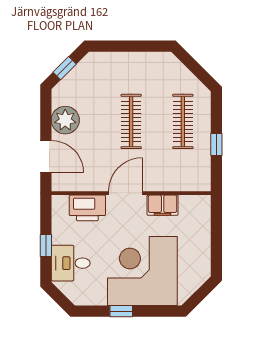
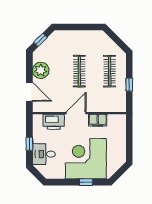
window: (121, 311) -> (86, 182), moved

